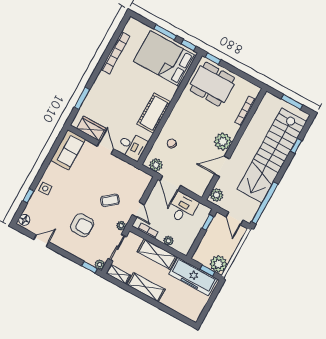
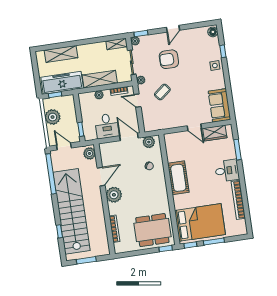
desk: (132, 146) -> (227, 171), moved, turned 180
door: (41, 241) -> (173, 29), moved
plant: (218, 264) -> (53, 117), moved
shelving: (146, 287) -> (61, 54), moved

